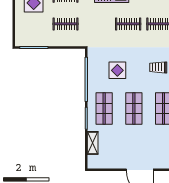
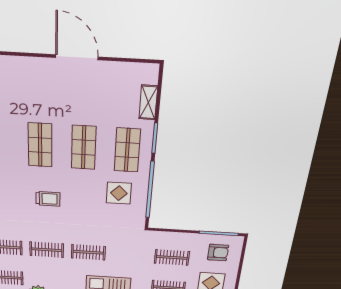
armchair: (32, 31) -> (218, 252), added
display table: (117, 70) -> (119, 193), moved

